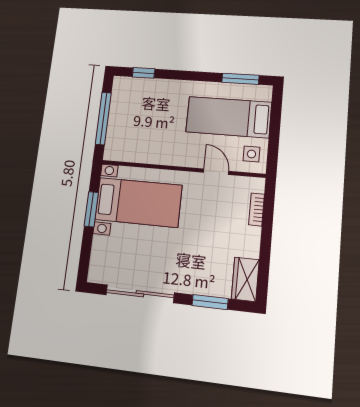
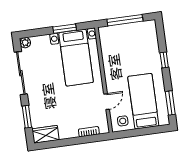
window: (144, 73) -> (164, 60), moved
plant: (96, 275) -> (25, 43), added

